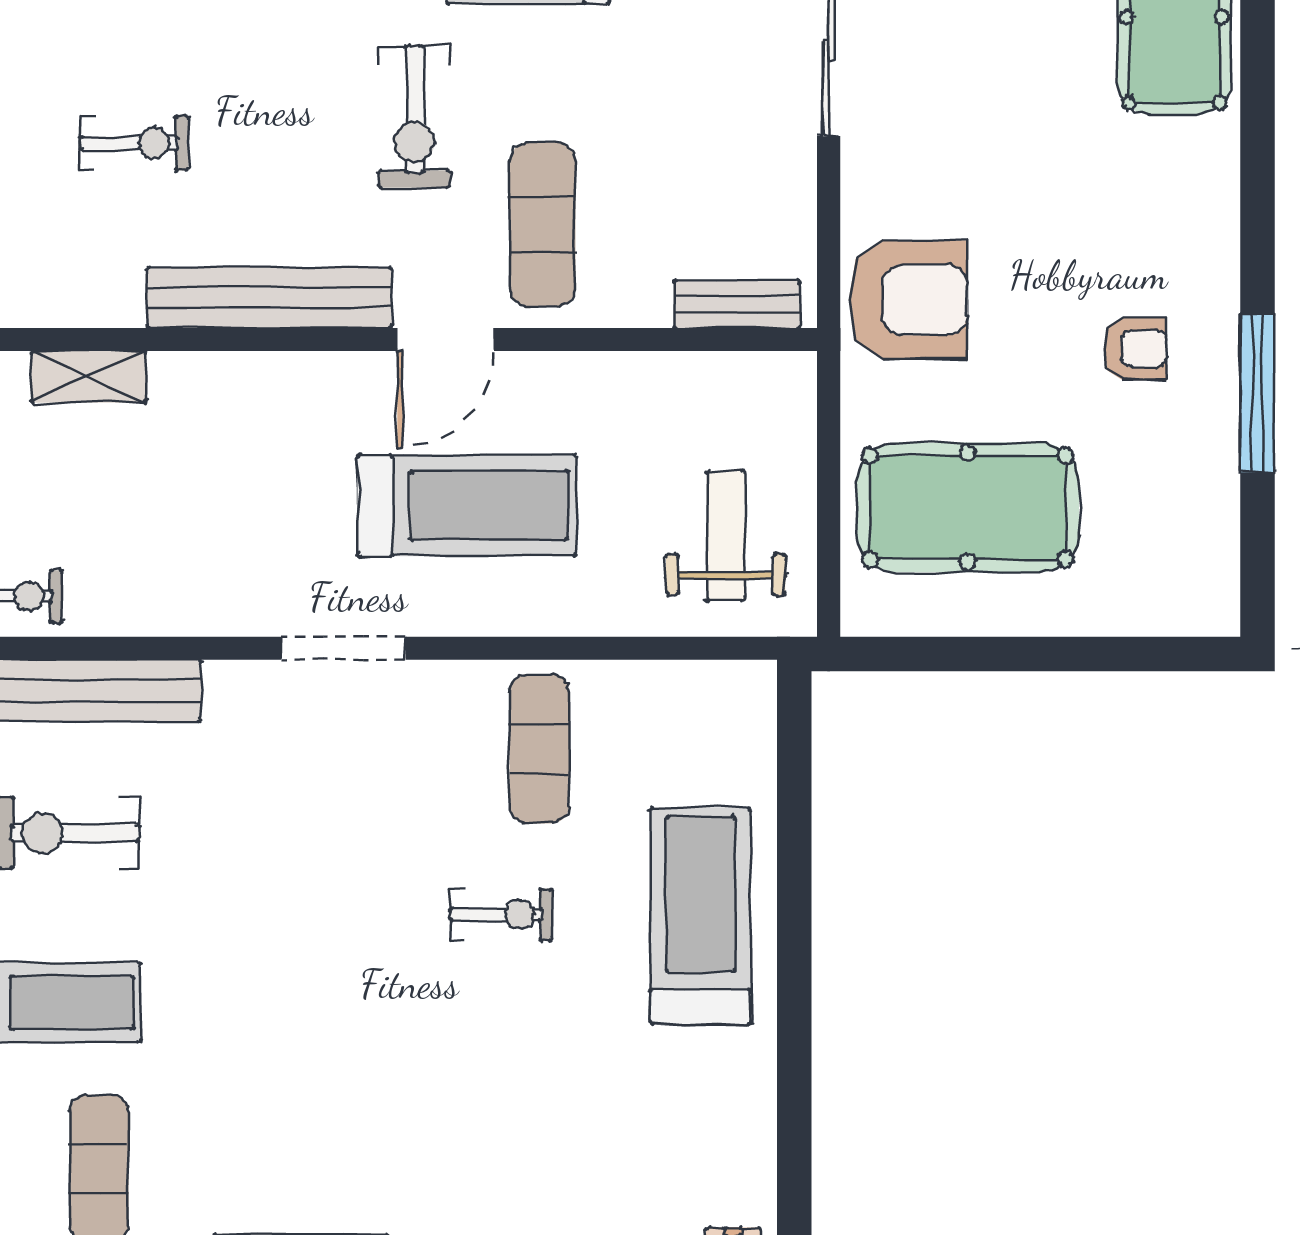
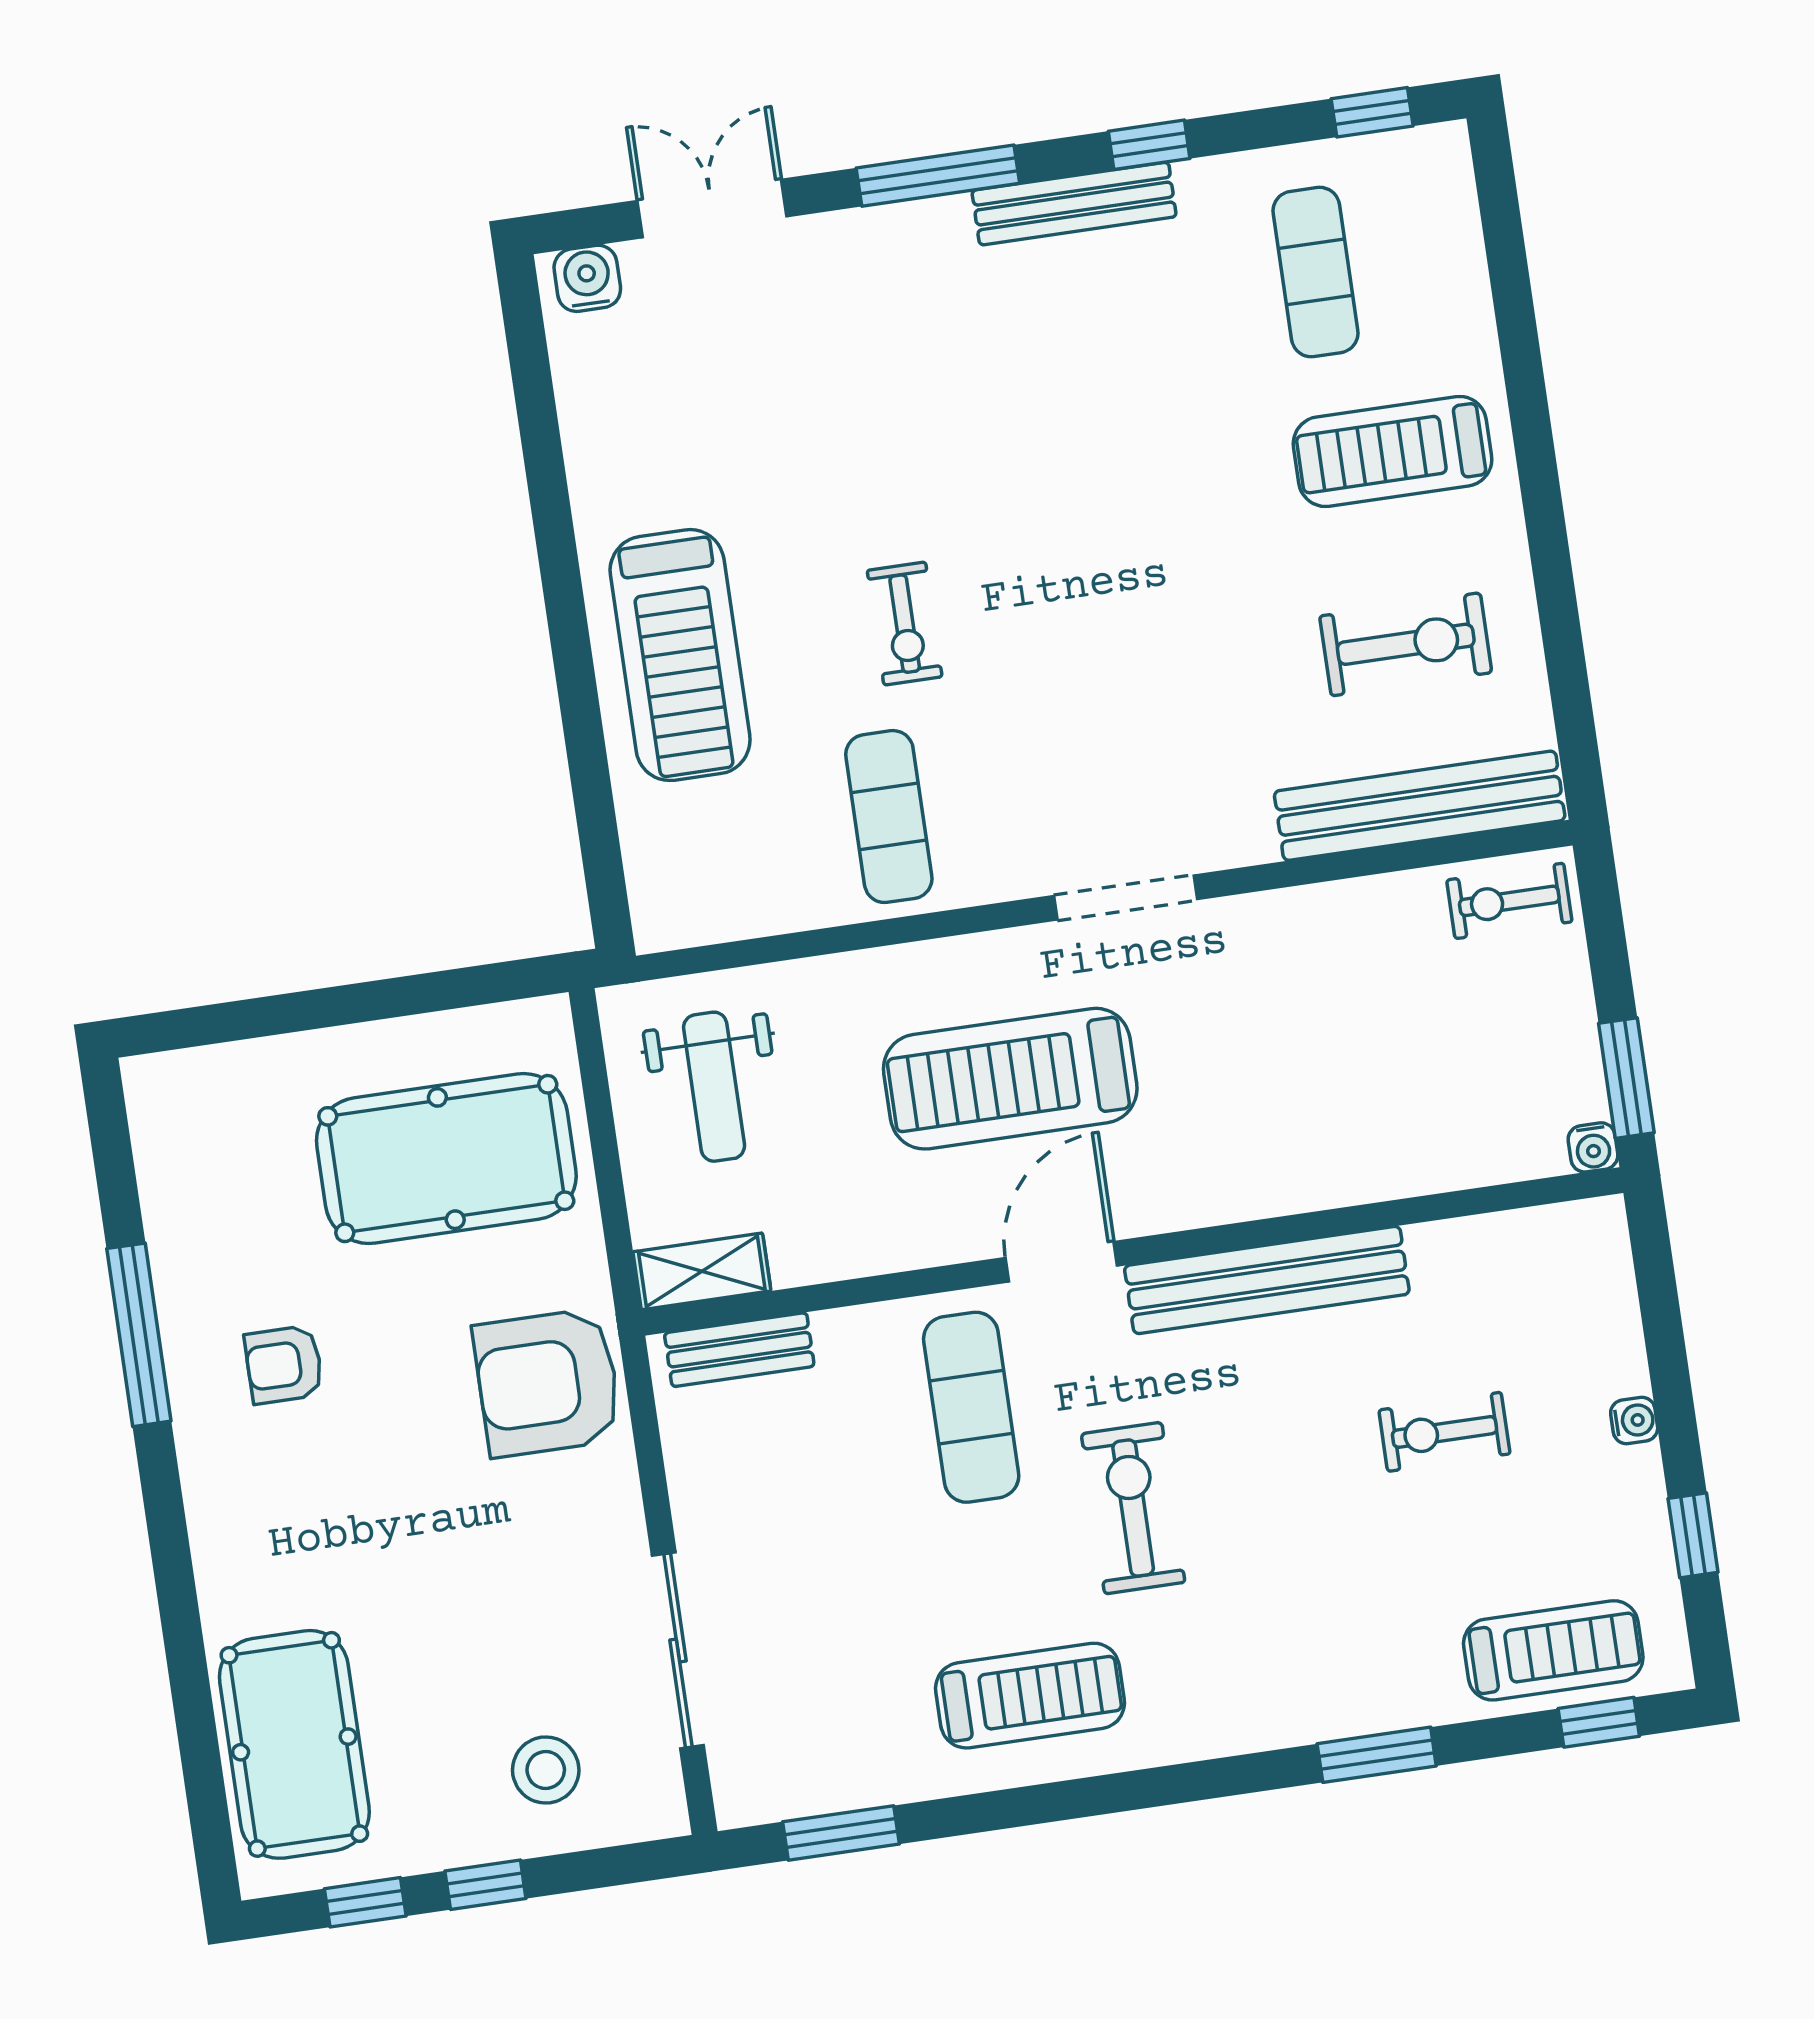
shelving: (89, 377) -> (702, 1271), moved
exercise bike: (501, 915) -> (905, 624), turned -90

